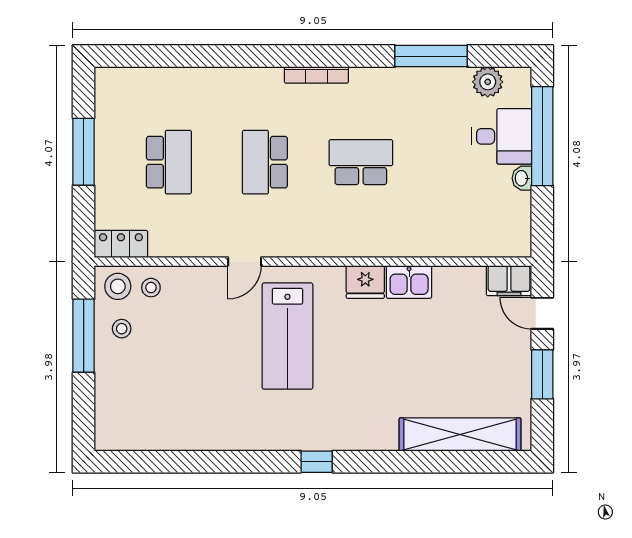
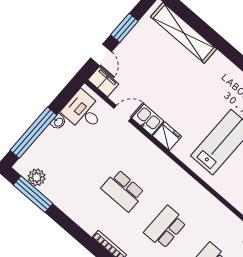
window: (431, 56) -> (33, 194), moved
desk: (502, 136) -> (83, 111), moved
school desk: (265, 162) -> (165, 227), turned 180
door: (245, 262) -> (123, 113), moved

